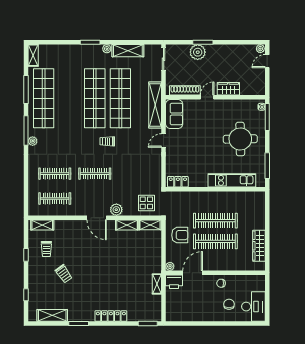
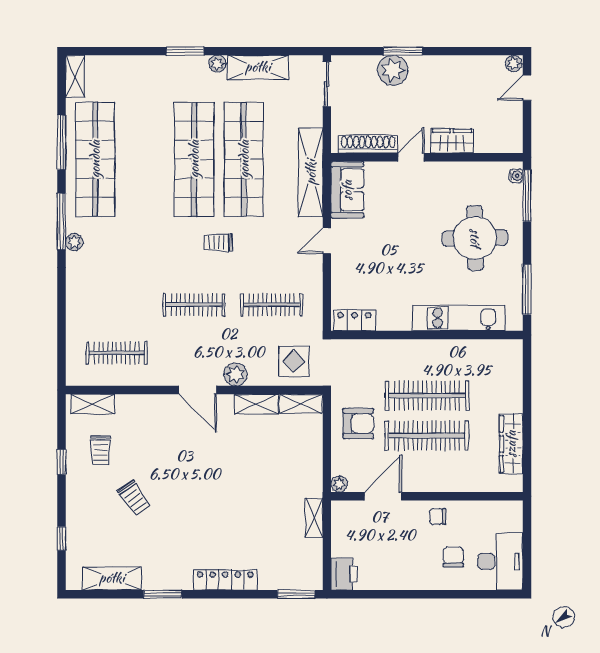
clothes rail: (55, 174) -> (272, 305), moved
printer: (174, 282) -> (344, 574), moved, turned -90

